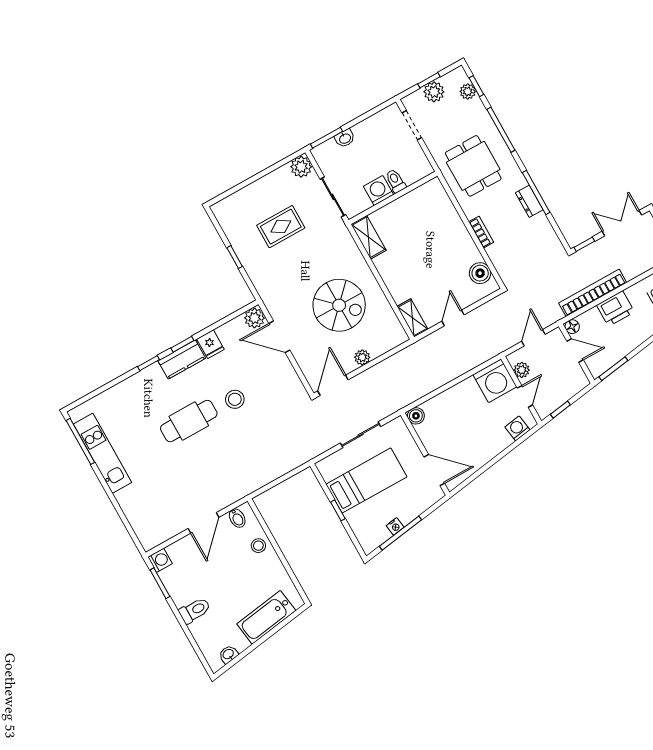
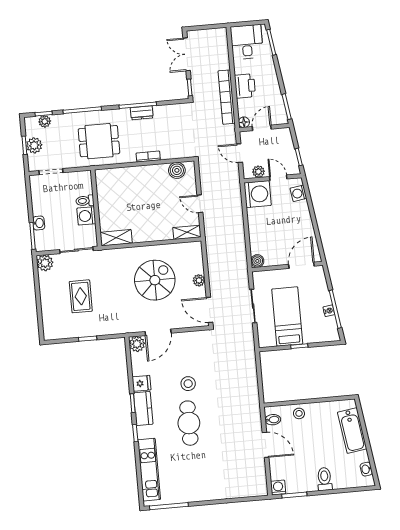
kitchen unit: (103, 453) -> (149, 470), moved, turned 90

